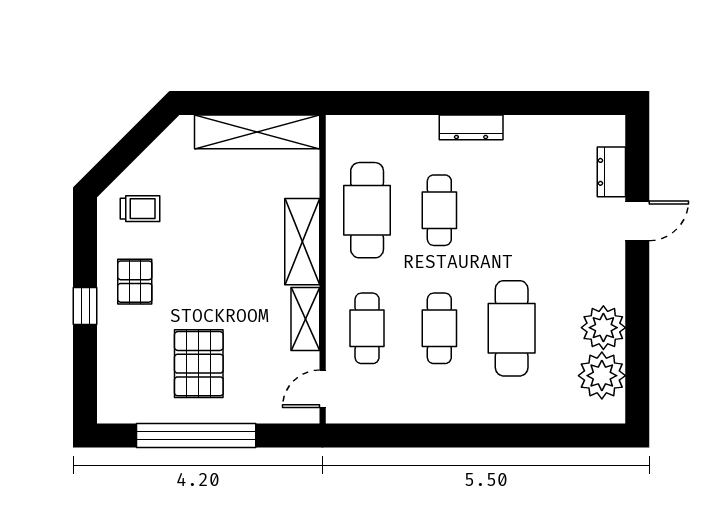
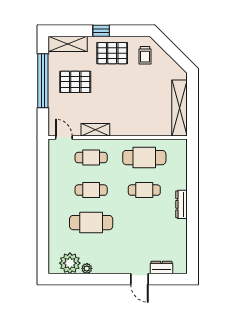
shelving: (302, 242) -> (68, 44), moved
pallet: (135, 282) -> (112, 53), width x1.50, depth x1.42
plant: (603, 328) -> (87, 268), width x0.53, depth x0.53

